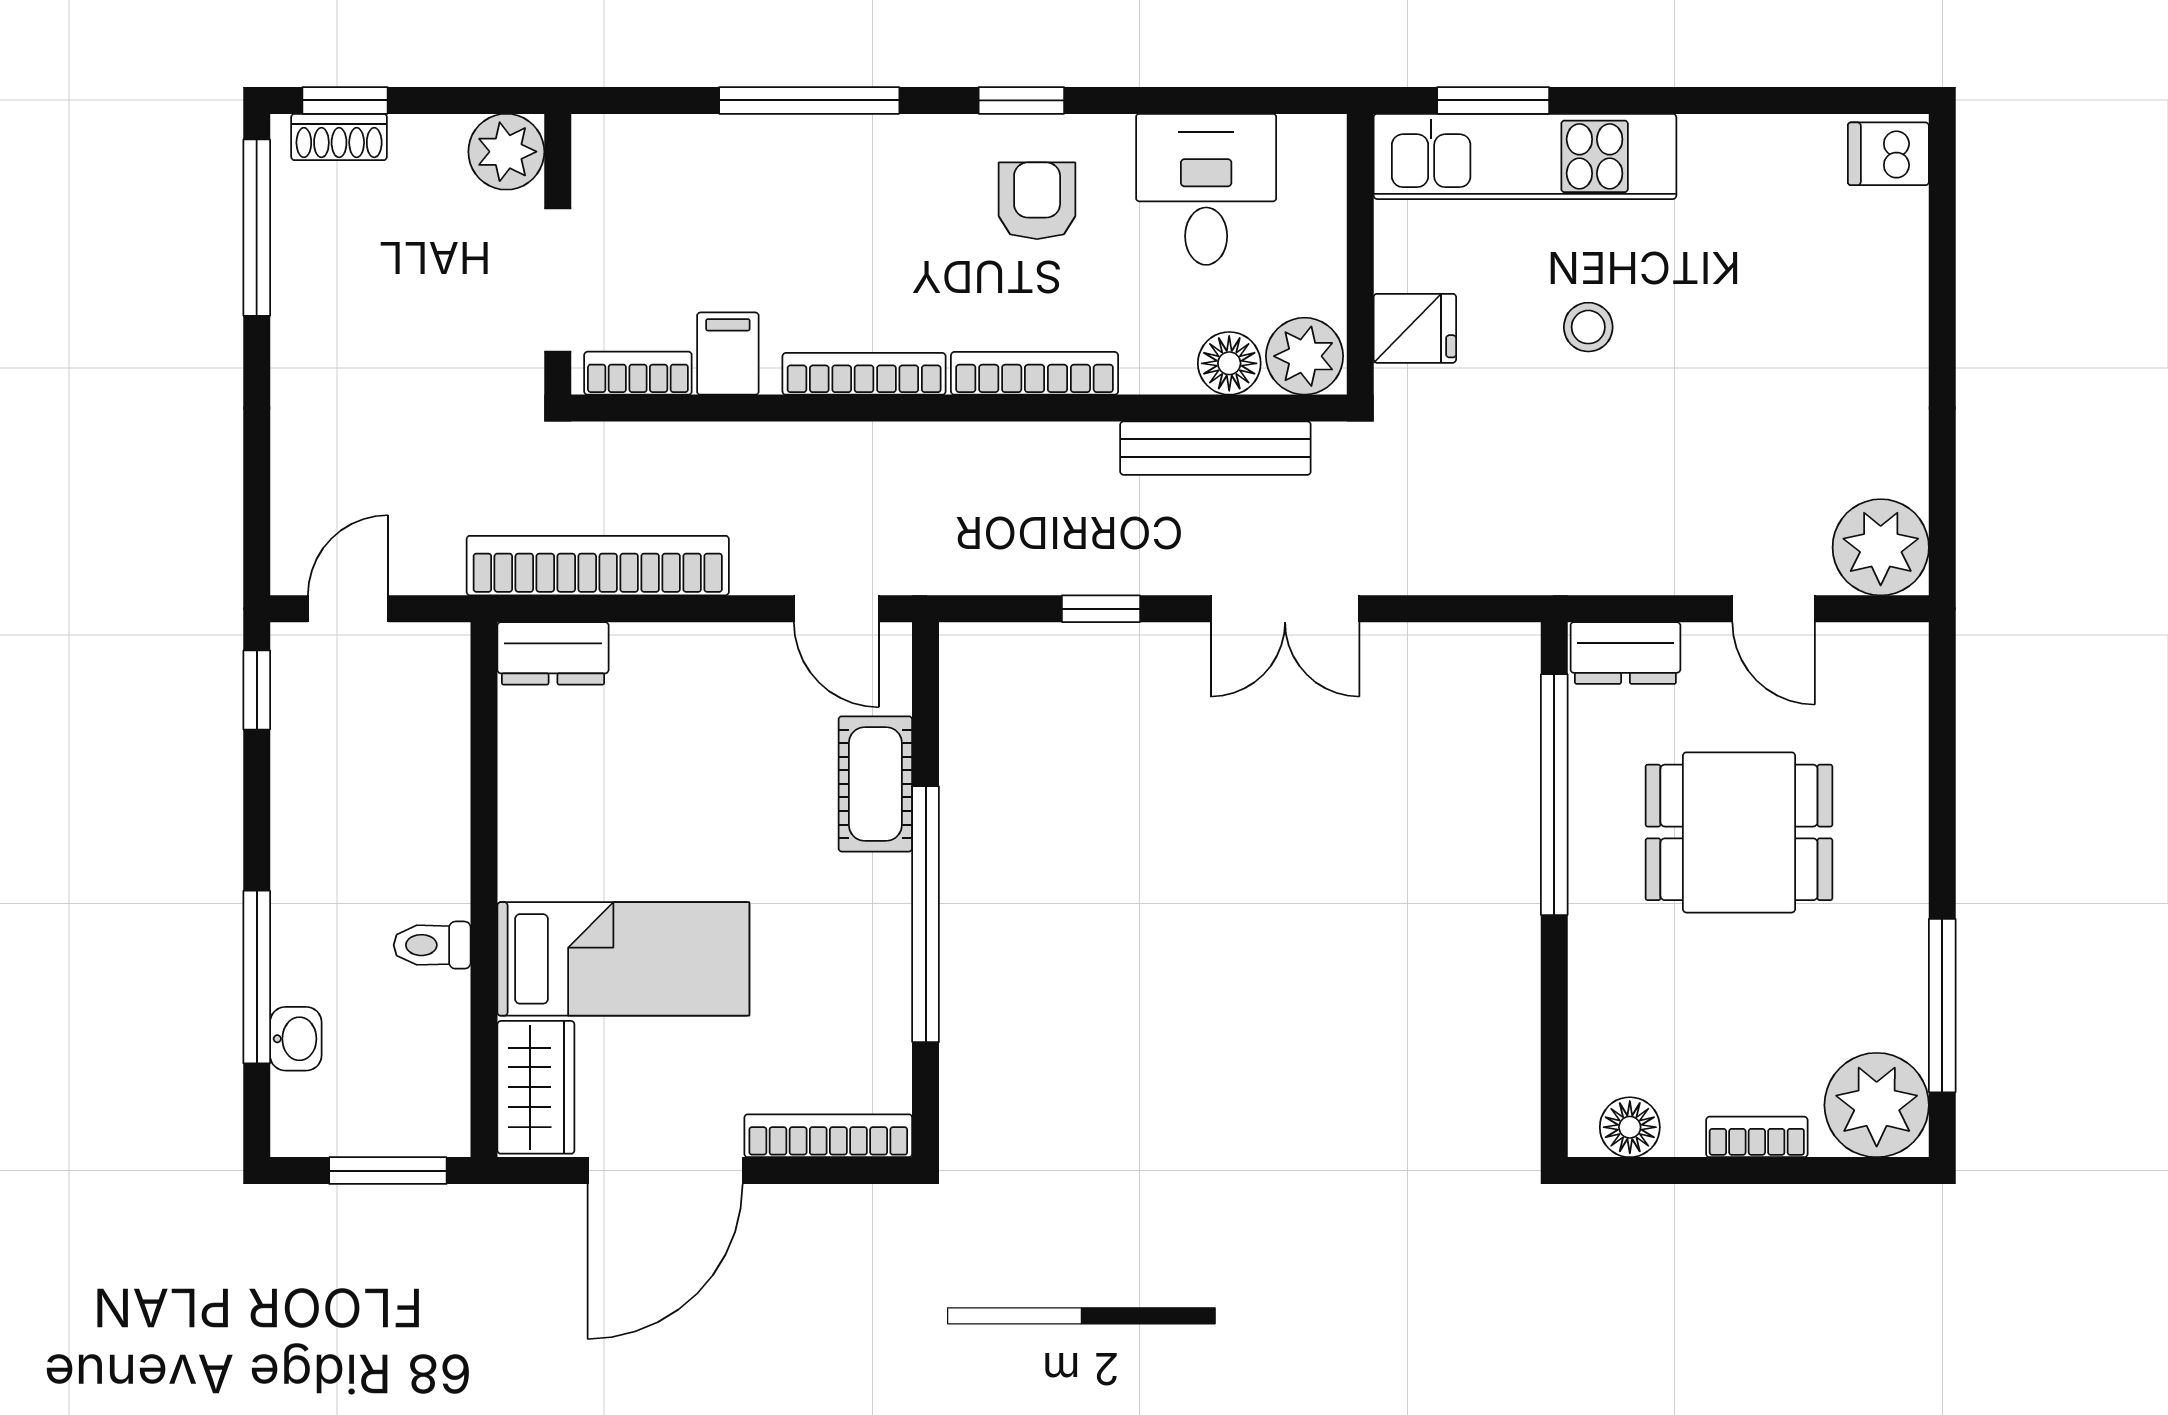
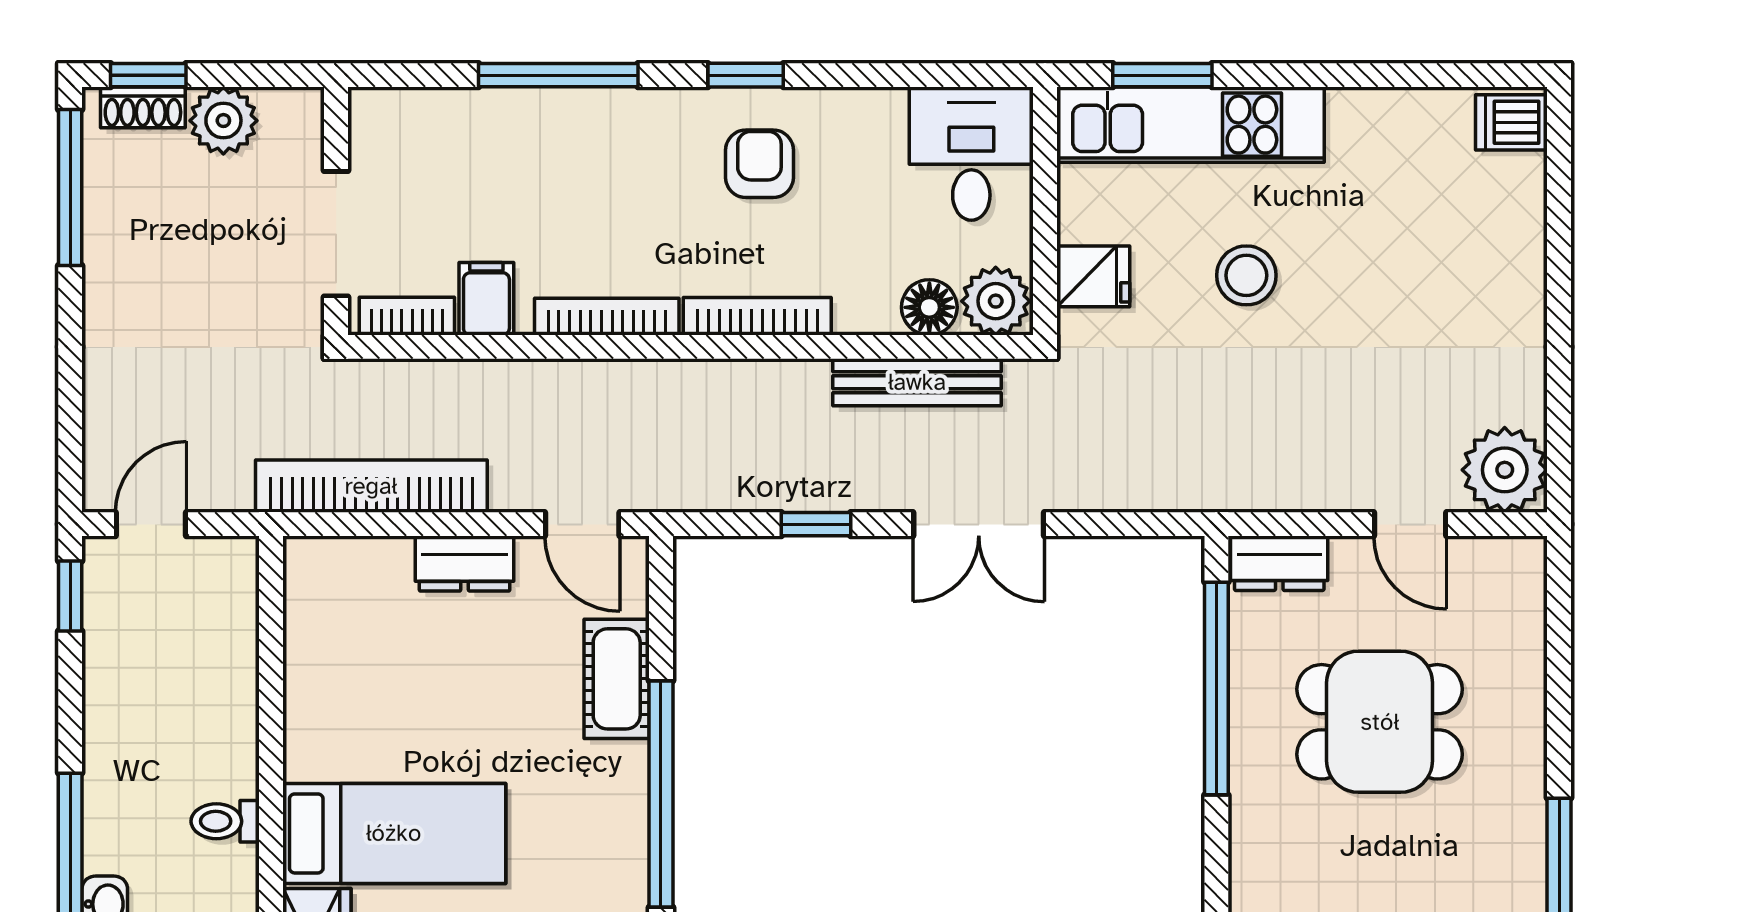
plant: (506, 152) -> (223, 121), moved
desk: (1206, 189) -> (971, 154), moved
stool: (1588, 327) -> (1246, 275), width x1.37, depth x1.37
dresser: (553, 653) -> (465, 564), moved

